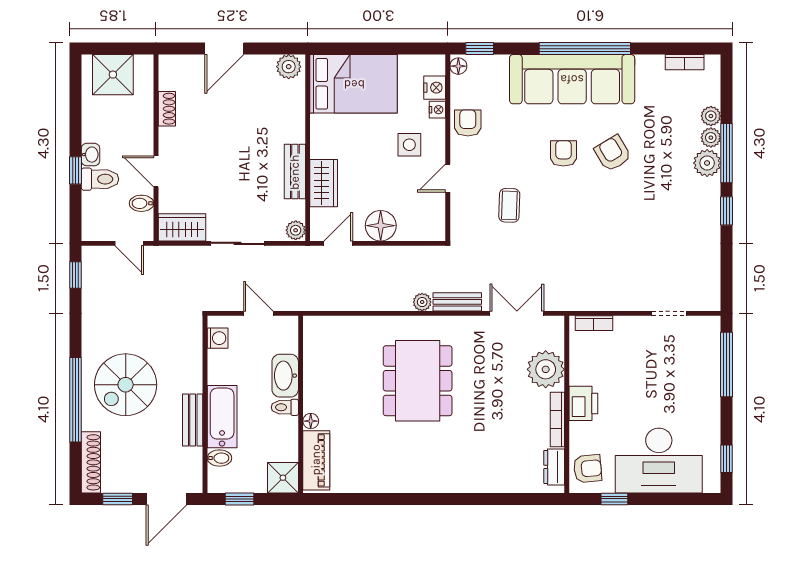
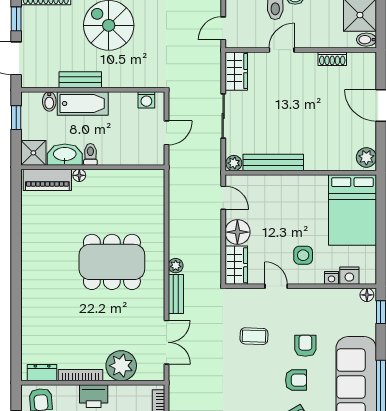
armchair: (468, 123) -> (305, 346), moved, turned -90
bench: (295, 172) -> (273, 163), width x1.36
wardrobe: (324, 183) -> (236, 265), moved, turned -90
bidet: (141, 203) -> (366, 40), moved, turned -90
washbasin: (285, 376) -> (65, 155), moved

